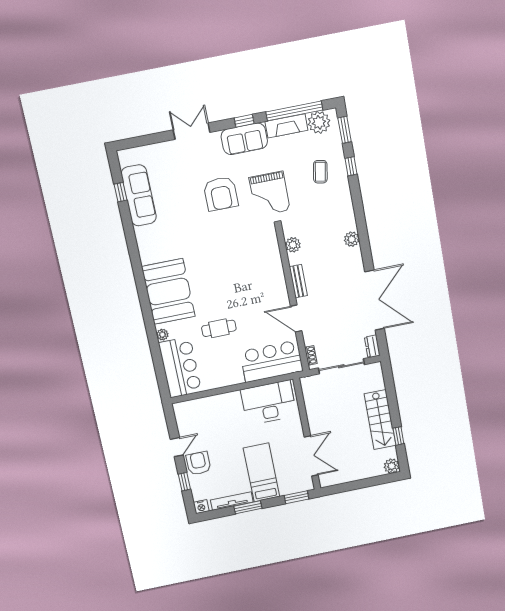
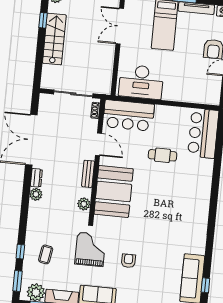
armchair: (221, 194) -> (128, 261), width x0.53, depth x0.53
booth: (168, 291) -> (114, 191), moved
plant: (162, 335) -> (209, 164), removed
dresser: (372, 346) -> (36, 178), moved

